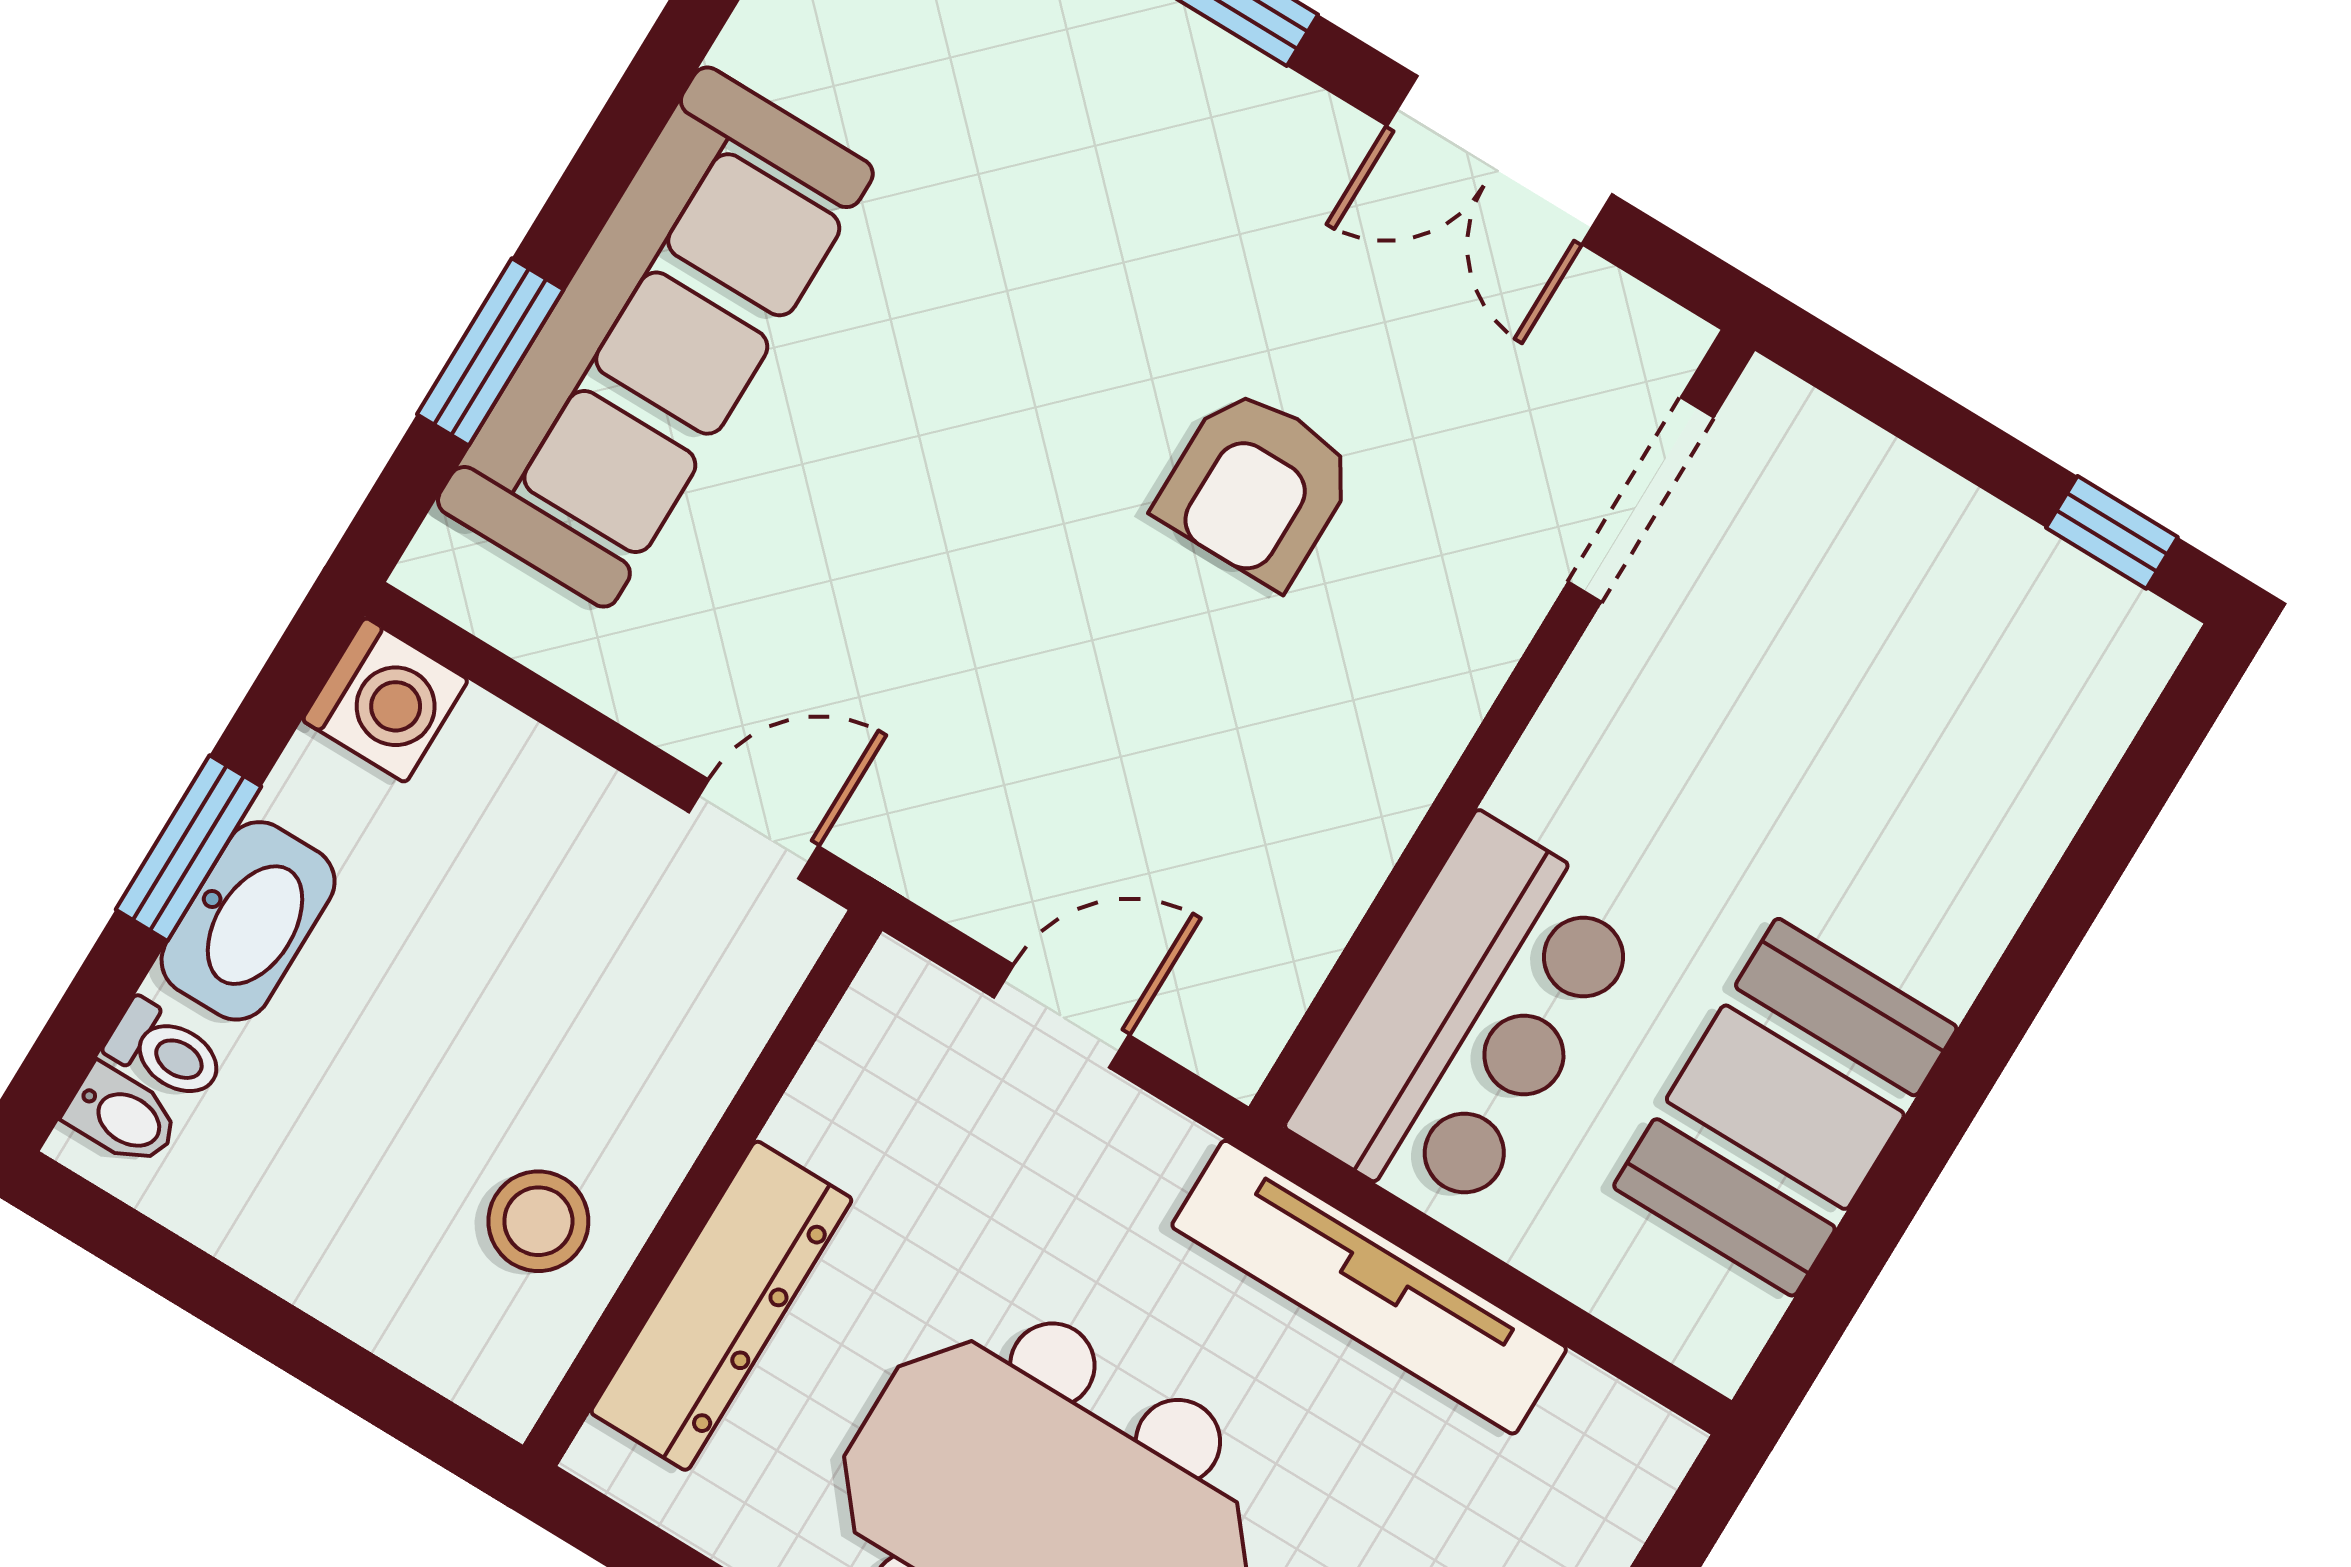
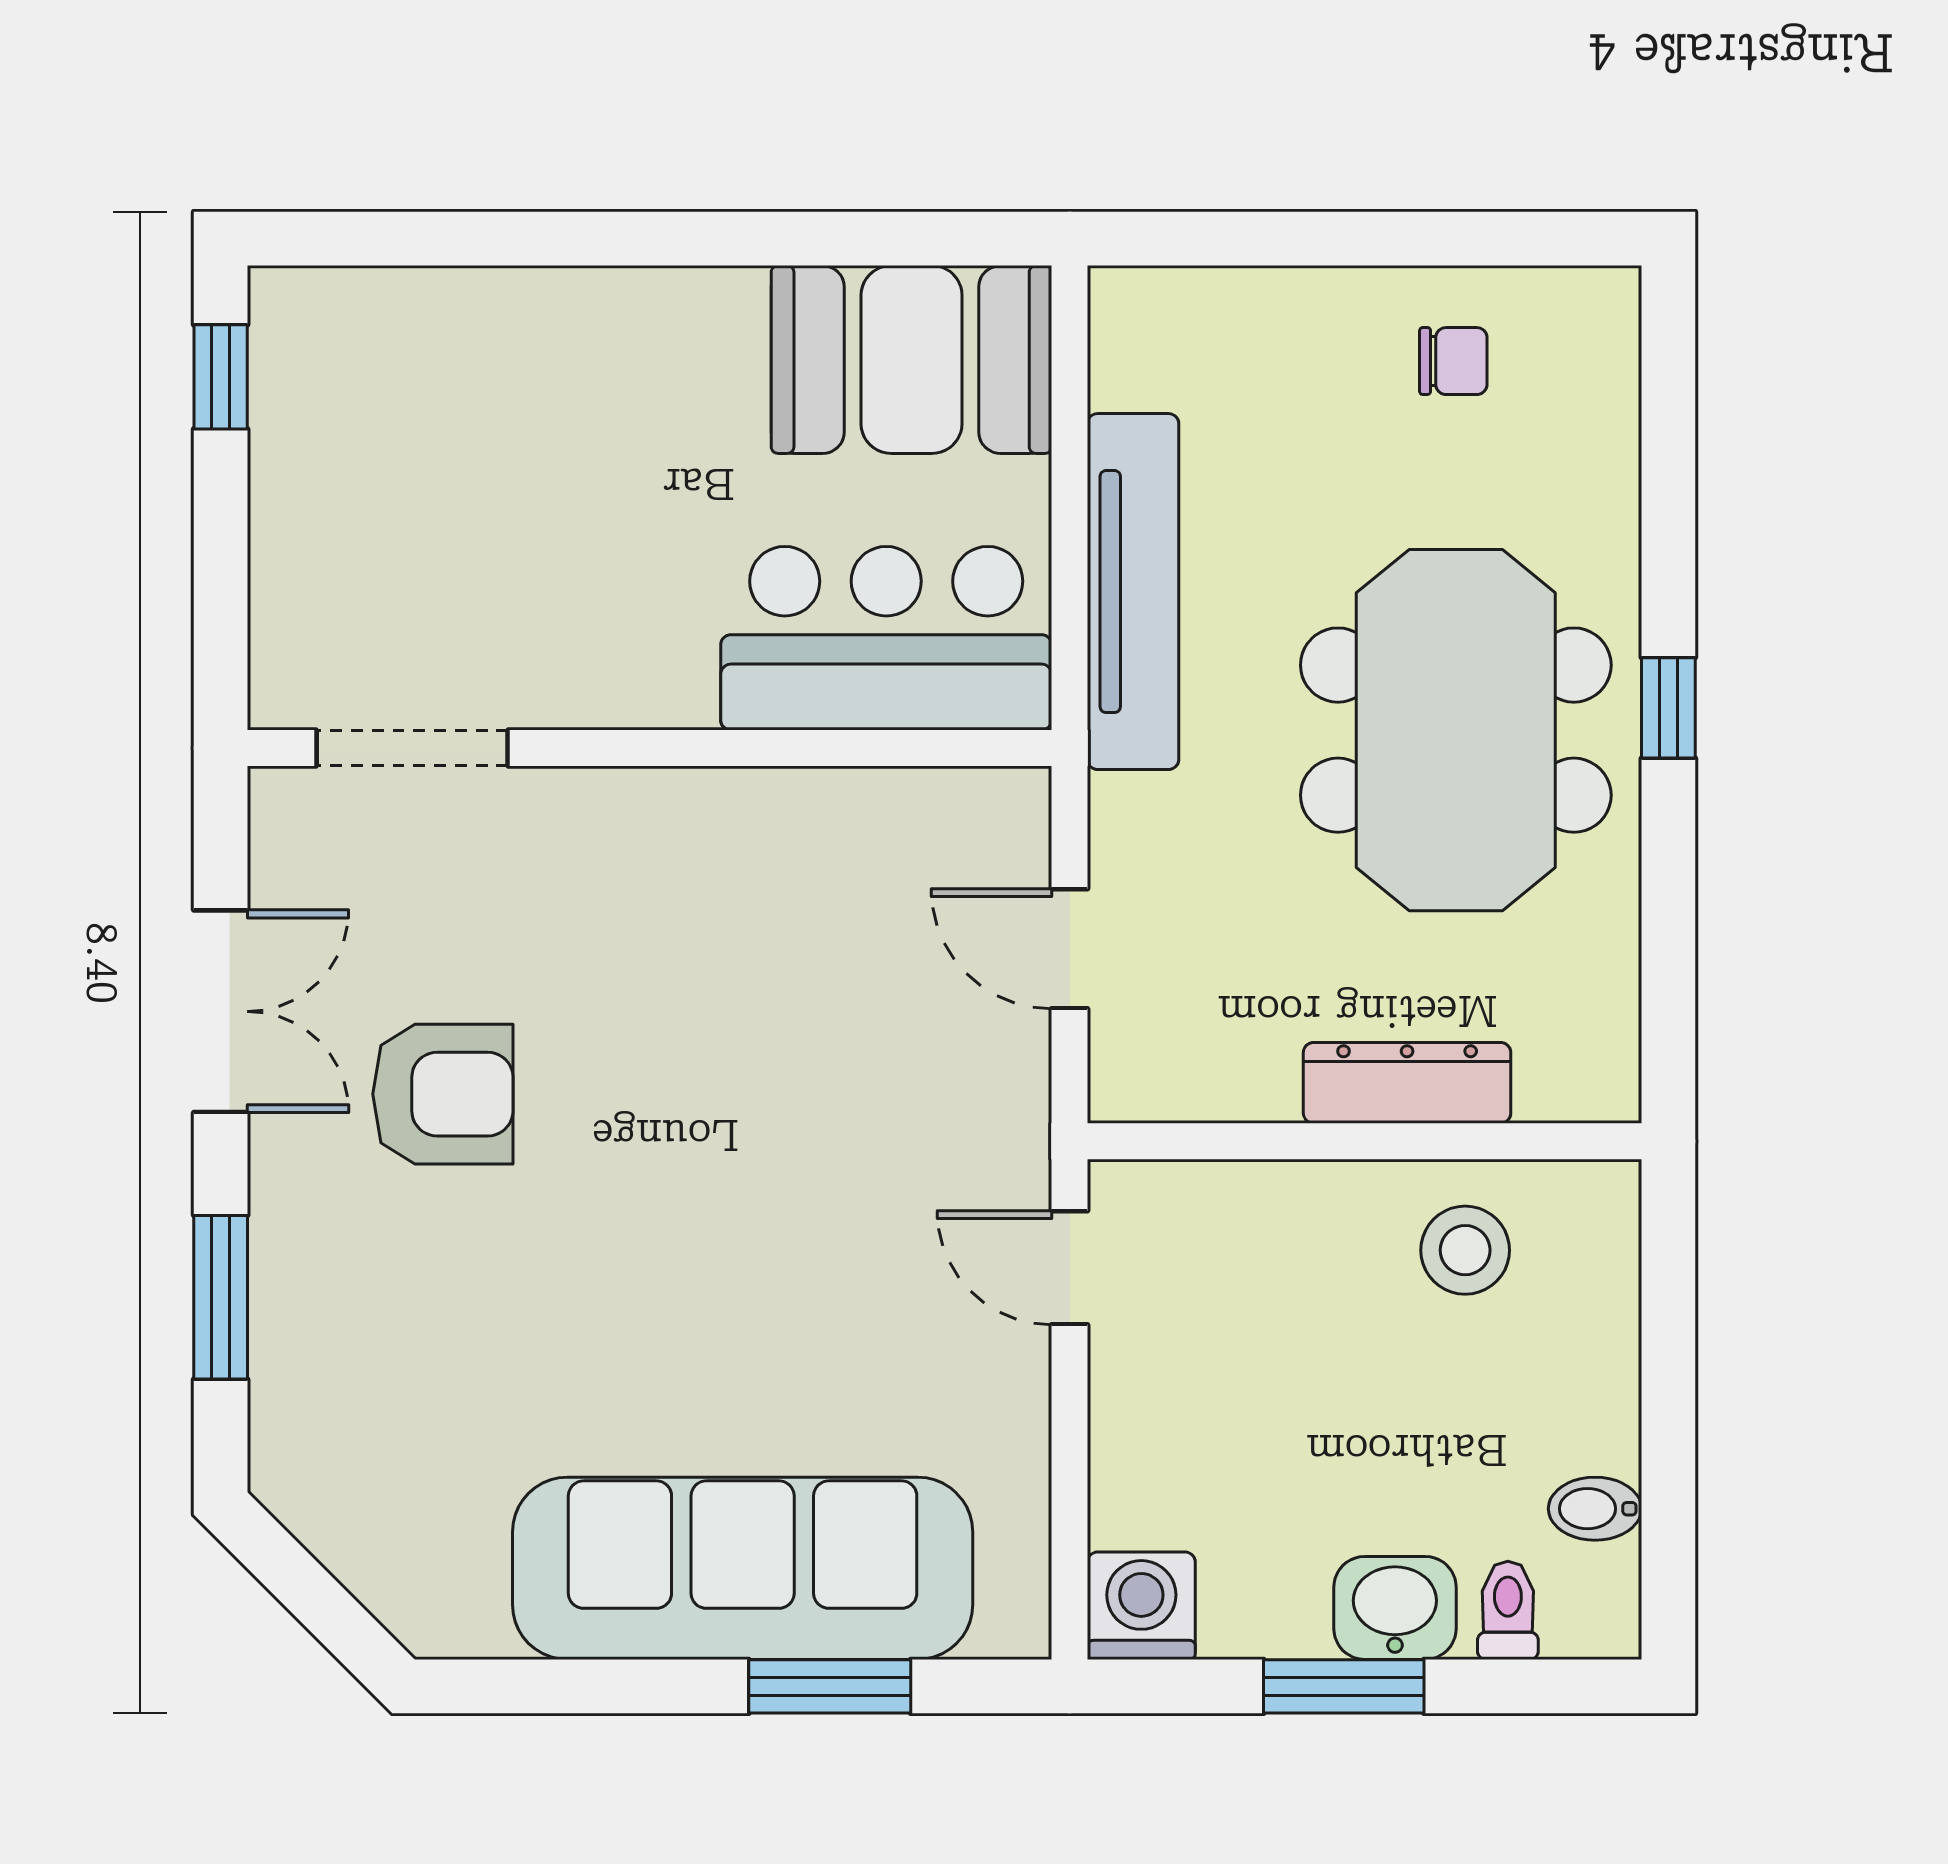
armchair: (1257, 487) -> (443, 1094), moved
washbasin: (248, 921) -> (1395, 1608), width x0.72
booth: (1785, 1107) -> (912, 360), moved
bidet: (123, 1116) -> (1595, 1509), moved, turned -90
dresser: (721, 1306) -> (1407, 1083), width x0.73, depth x0.80

